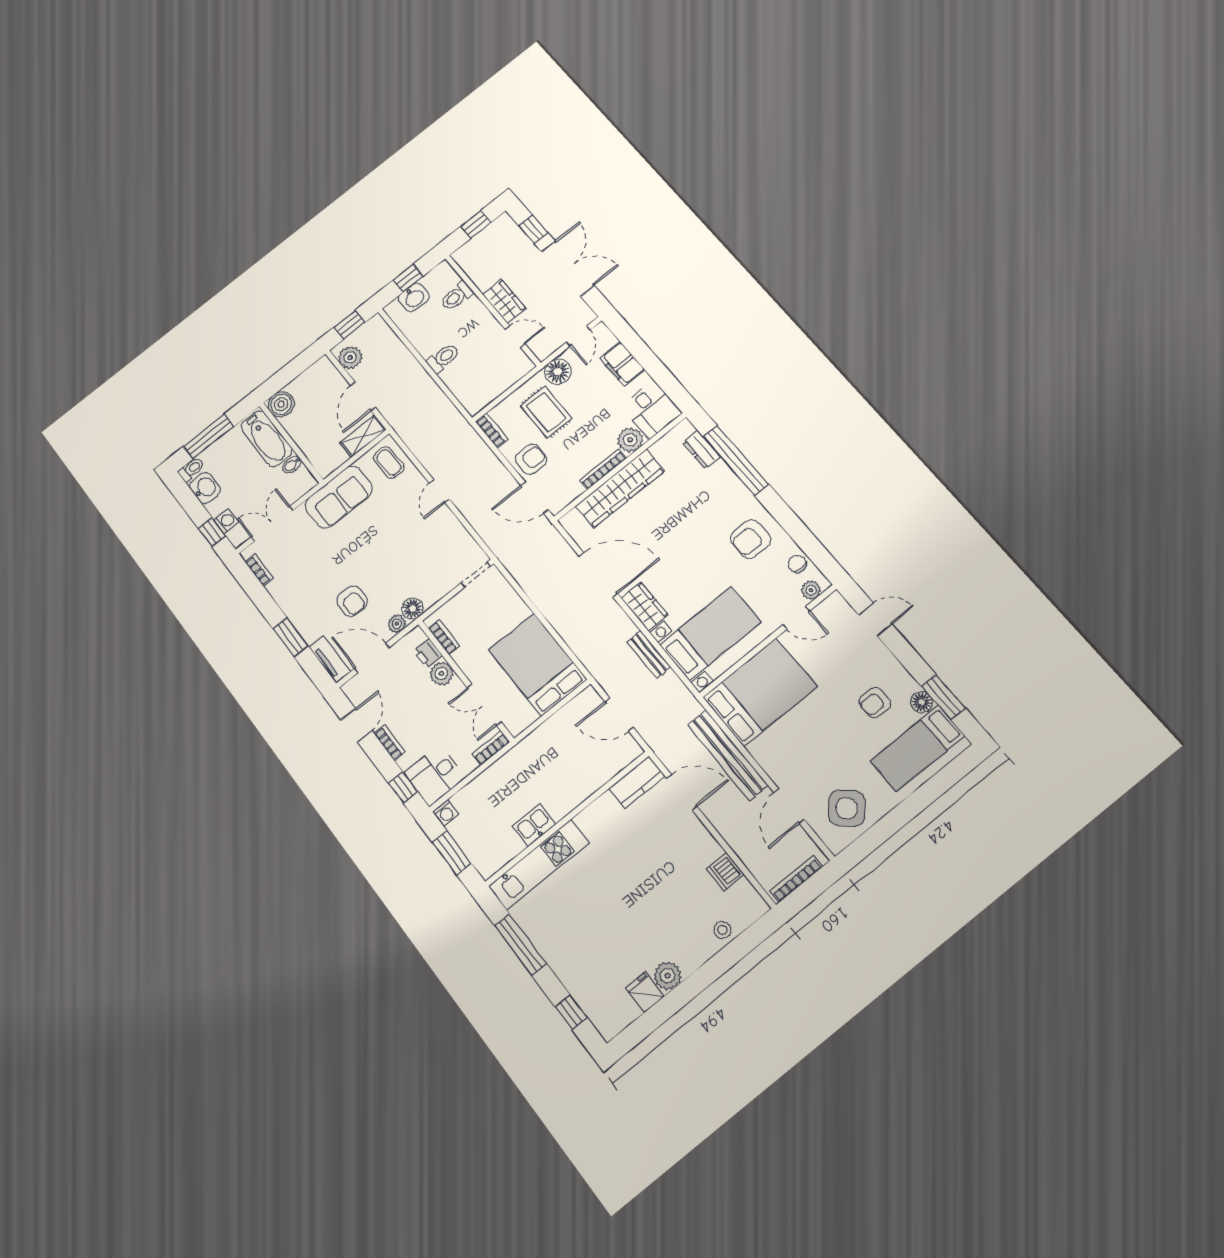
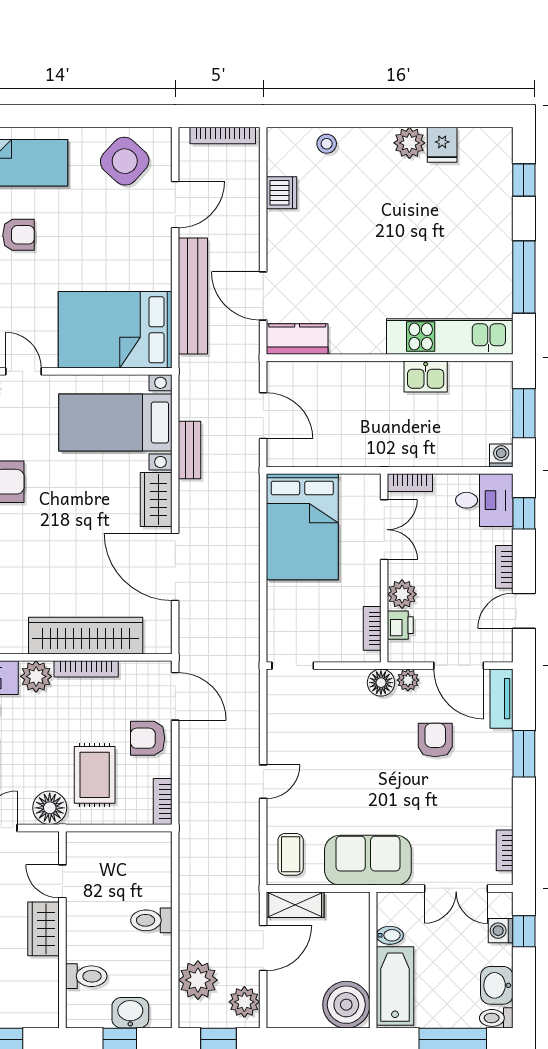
plant: (388, 347) -> (198, 980), added
boiler: (281, 404) -> (346, 1005), width x1.37, depth x1.37

